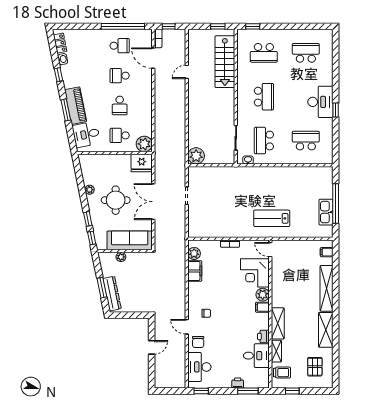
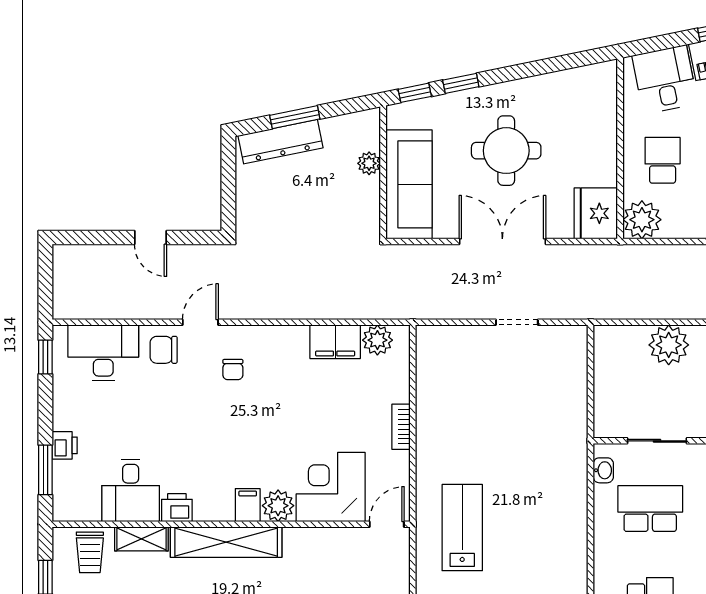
plant: (196, 156) -> (669, 345), moved
plant: (89, 190) -> (532, 87), removed
shelving: (278, 323) -> (226, 542), width x1.47

